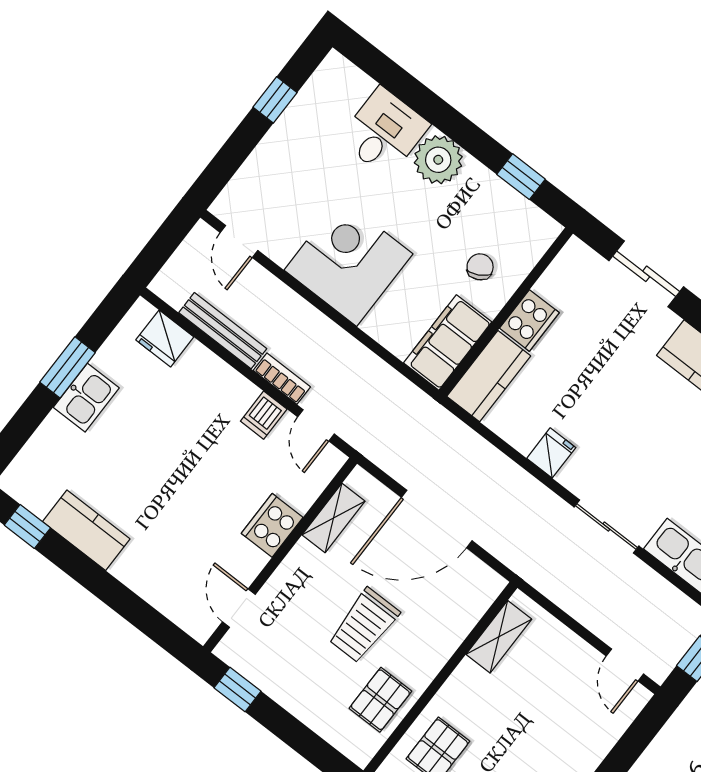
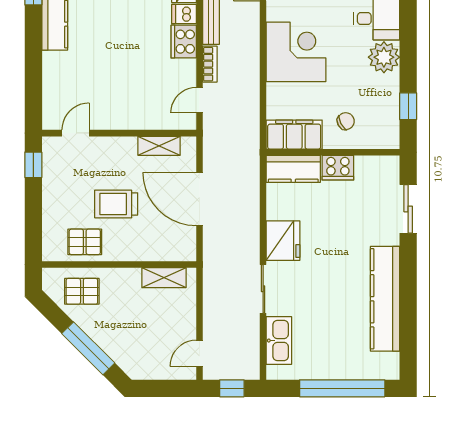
dishwasher: (264, 415) -> (184, 14), moved
fridge: (551, 453) -> (283, 241), width x1.88, depth x1.34
cooker: (272, 525) -> (184, 42), moved, turned -90

